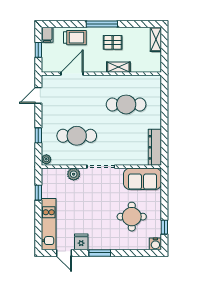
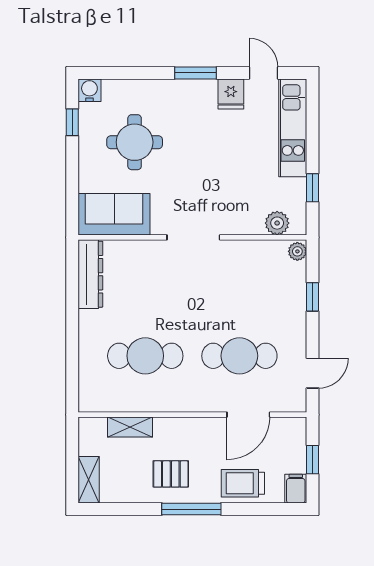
shelving: (118, 67) -> (130, 427), moved
cafe table: (77, 136) -> (239, 356), moved
plant: (74, 174) -> (277, 223), moved

